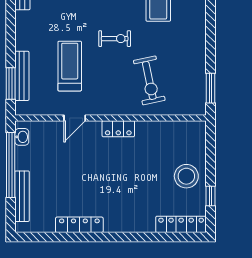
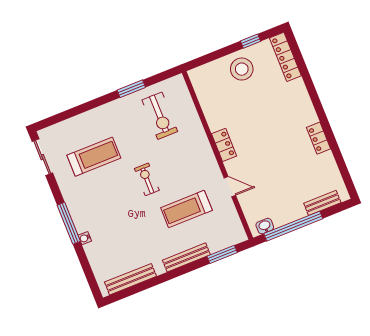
bench: (22, 76) -> (186, 257), moved
exercise bike: (149, 80) -> (160, 116), moved, turned 102
window: (211, 88) -> (131, 89), moved
bench: (22, 196) -> (322, 203), width x0.73
locker: (79, 225) -> (319, 138), width x0.66

